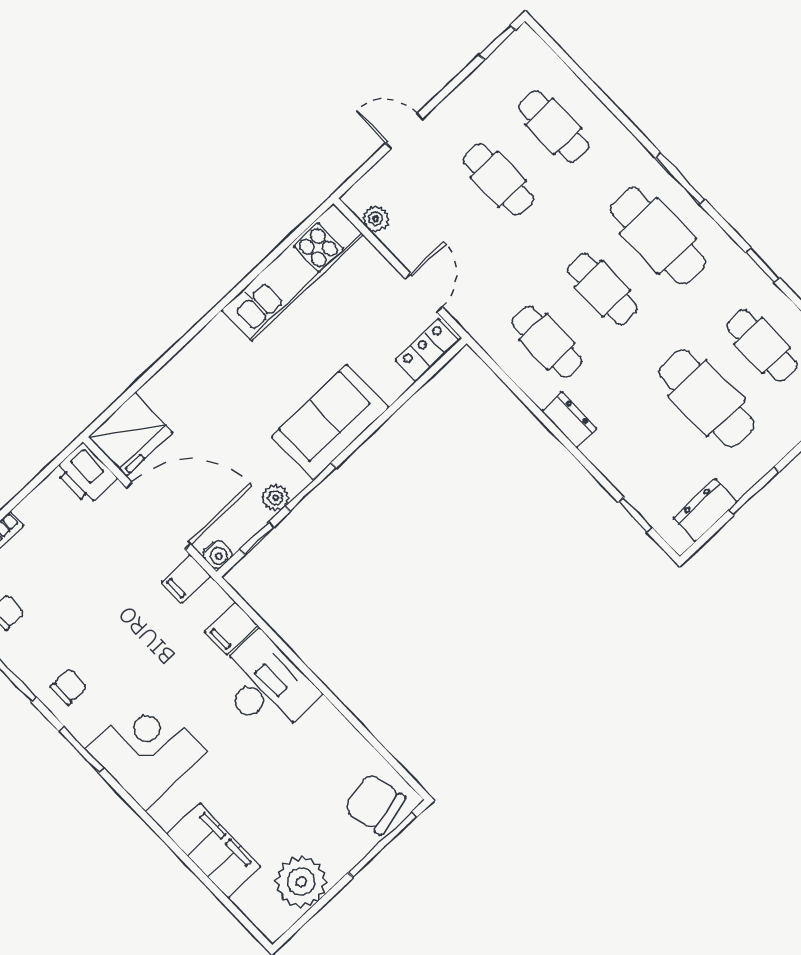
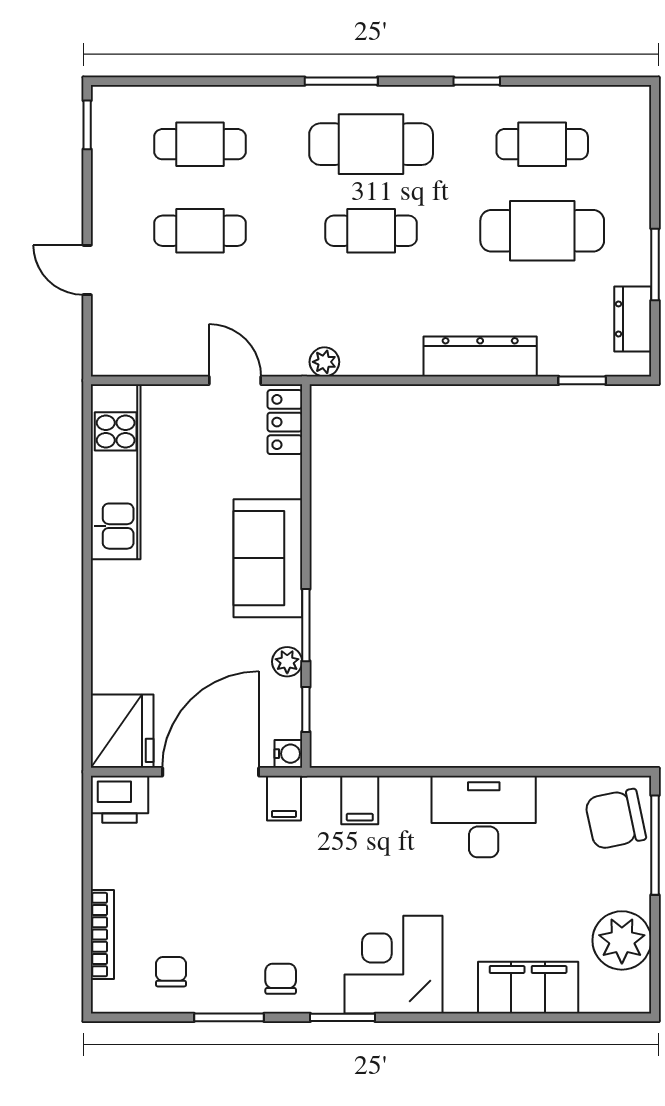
door: (404, 131) -> (87, 270), hinge flipped
plant: (376, 219) -> (324, 362), moved
cafe table: (547, 342) -> (371, 317), removed
dresser: (569, 420) -> (480, 356), width x1.96, depth x1.24
desk: (265, 686) -> (484, 817), moved

